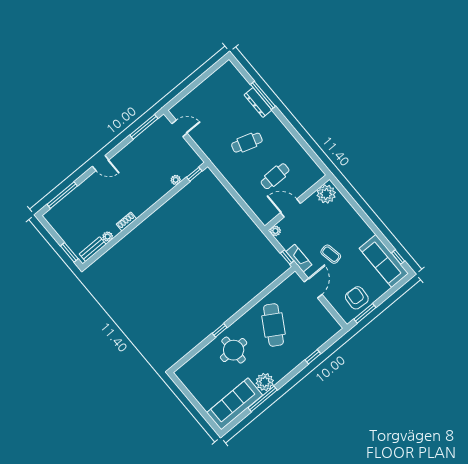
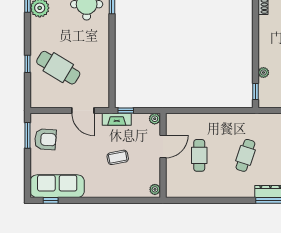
plant: (326, 194) -> (155, 189), width x0.53, depth x0.53
coffee table: (331, 254) -> (118, 157), moved
cafe table: (274, 325) -> (58, 68), moved

